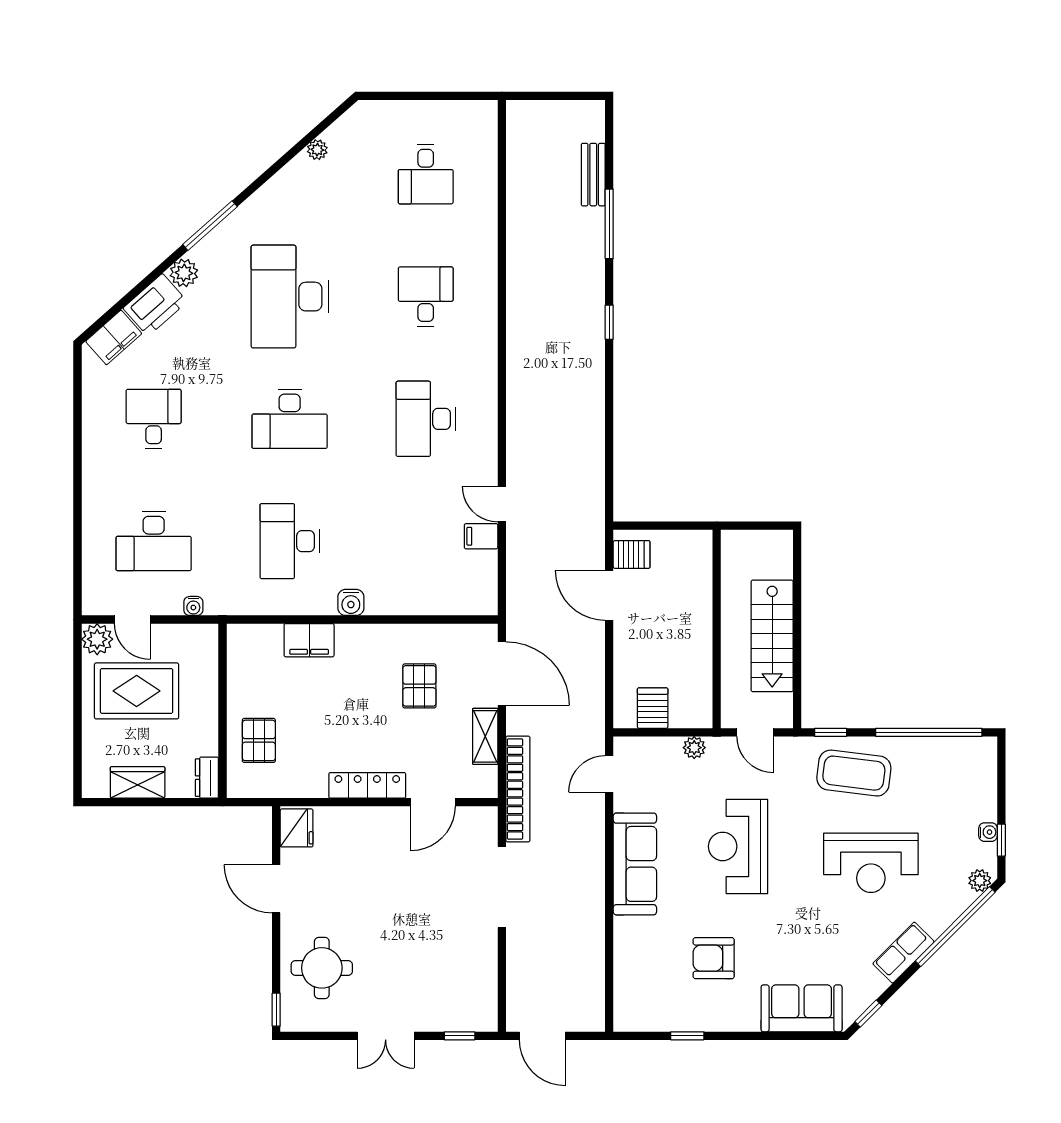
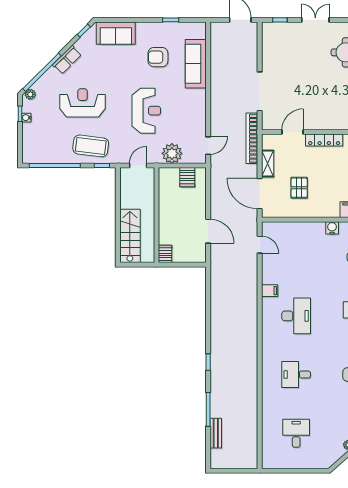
desk: (426, 297) -> (296, 375), turned 90
door: (502, 504) -> (260, 245), moved
filing cabinet: (481, 536) -> (270, 291), moved
server rack: (632, 554) -> (165, 254), moved, turned 90
stairs: (772, 636) -> (130, 236), moved
door: (755, 732) -> (138, 165), hinge flipped
plant: (694, 748) -> (172, 153), width x1.88, depth x1.88
sofa: (635, 864) -> (196, 64), moved
armchair: (714, 958) -> (158, 57), turned 180

